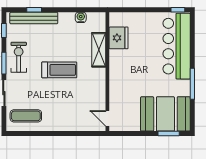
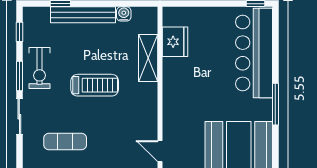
bench: (34, 18) -> (83, 15), moved
exercise bike: (19, 57) -> (40, 68), turned 180
exercise mat: (26, 116) -> (65, 141), moved

